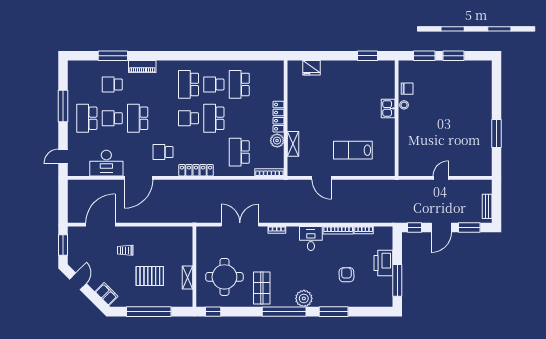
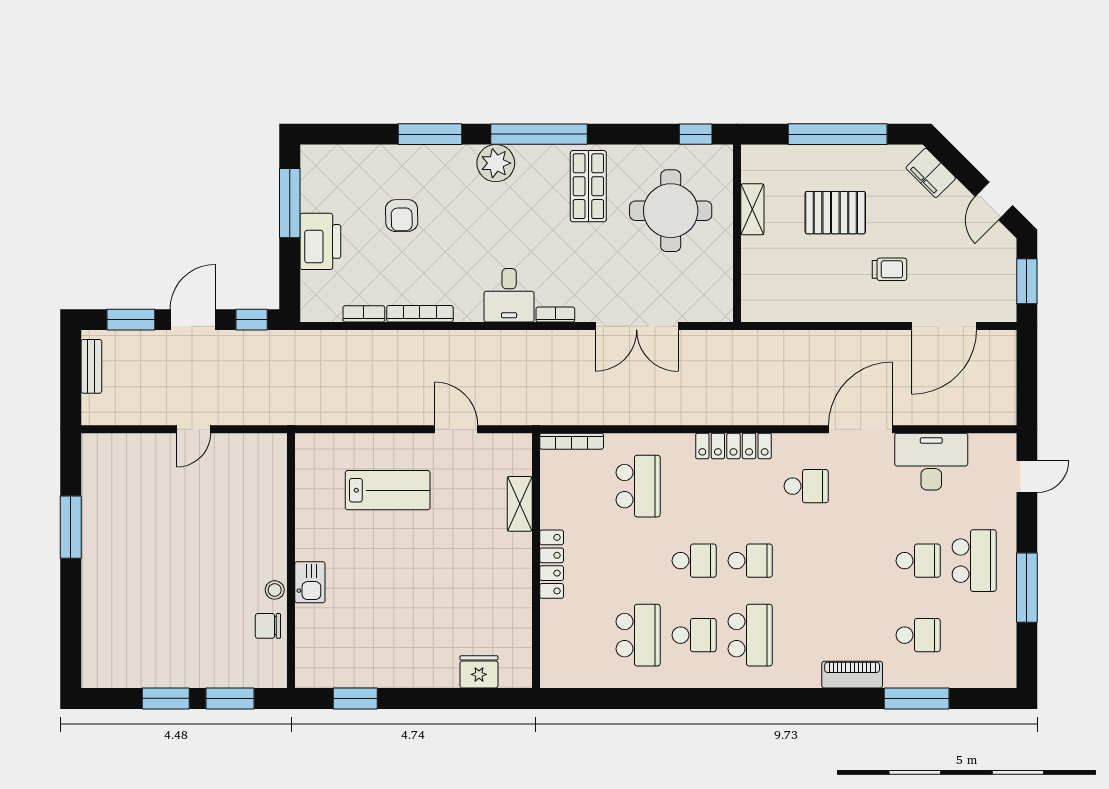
school desk: (138, 118) -> (862, 561), removed
school desk: (214, 118) -> (694, 561), width x0.54
plant: (277, 141) -> (555, 511), removed
desk: (311, 239) -> (509, 295), moved

